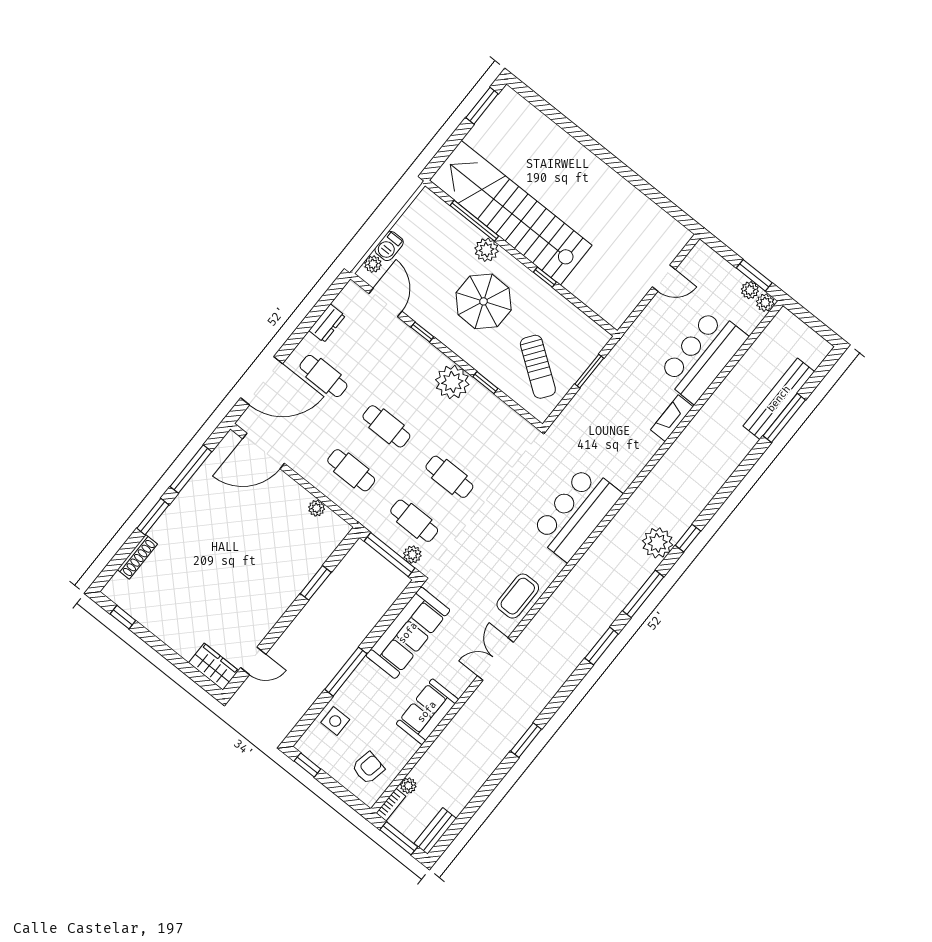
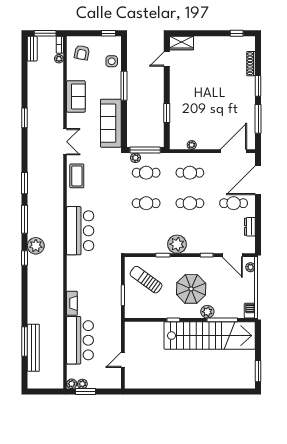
barbecue: (389, 246) -> (250, 311), moved

